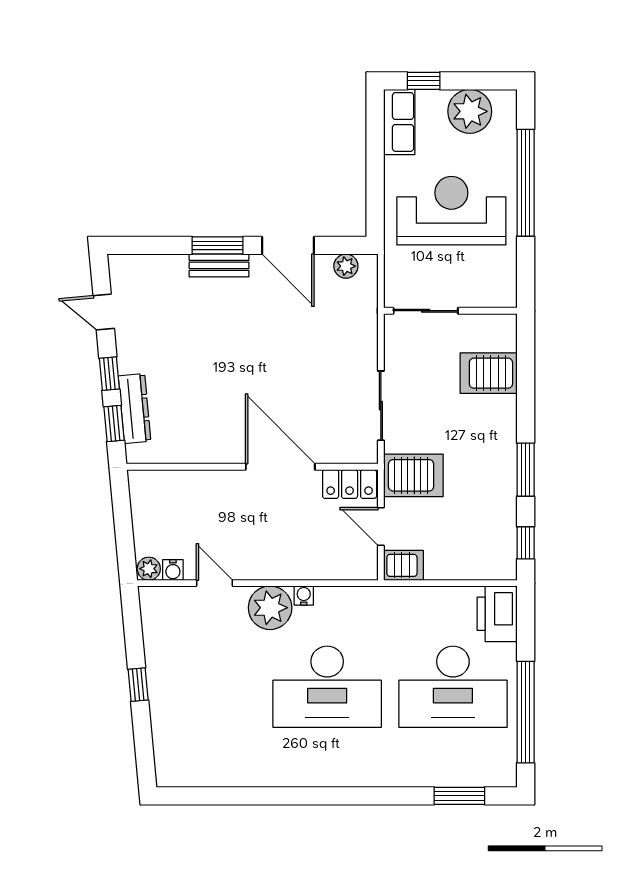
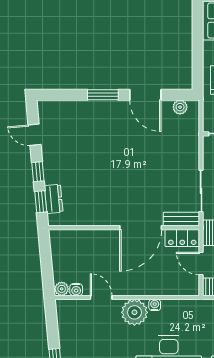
bench: (219, 265) -> (181, 219), moved
dresser: (135, 409) -> (54, 199), width x0.70
door: (280, 467) -> (141, 228), swing flipped

